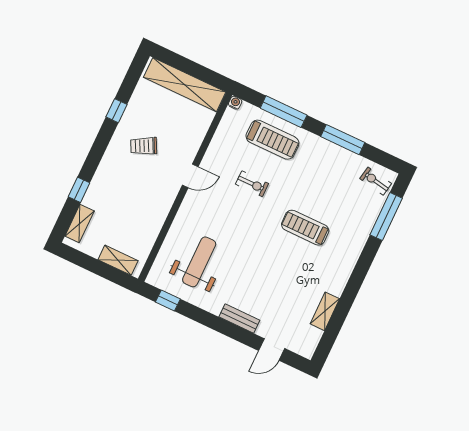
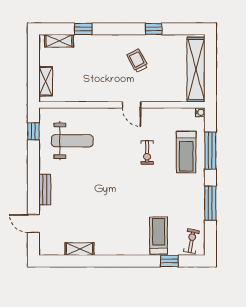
window: (386, 217) -> (169, 261), width x0.46
treadmill: (305, 228) -> (159, 236), moved

